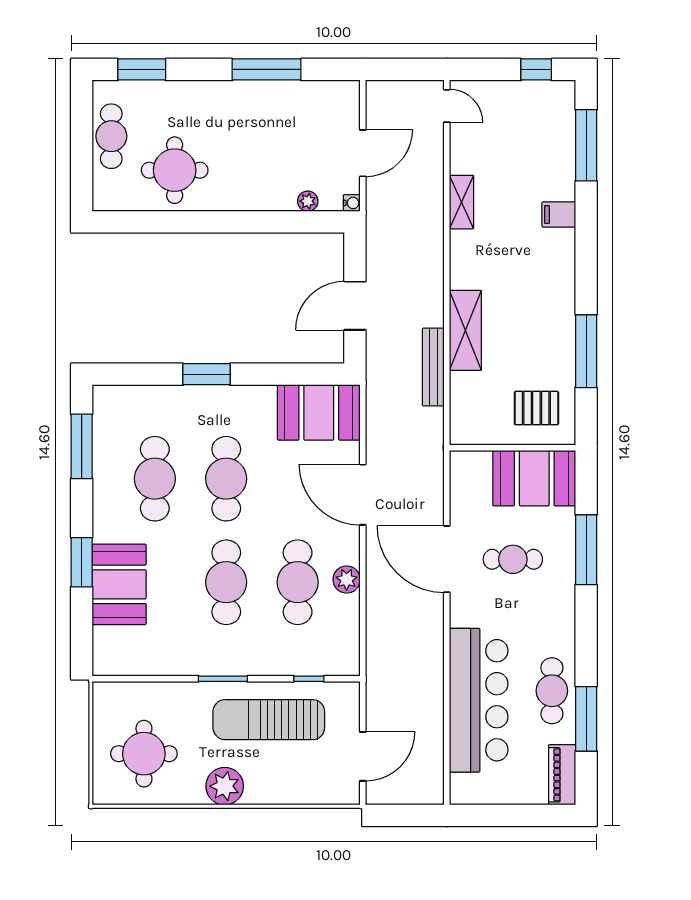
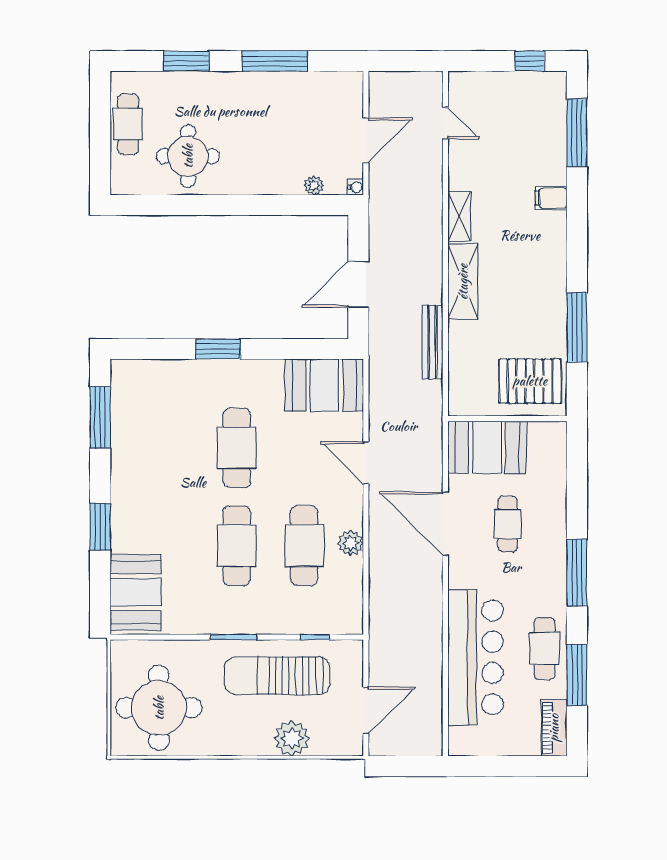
window: (142, 69) -> (186, 61), moved
door: (447, 106) -> (445, 123), moved
shelving: (462, 202) -> (459, 217), moved
shelving: (465, 330) -> (463, 282), moved
pallet: (536, 408) -> (530, 381), width x1.50, depth x1.42
booth: (534, 478) -> (487, 447), moved
cafe table: (155, 479) -> (169, 448), removed
door: (363, 495) -> (366, 463), width x0.73
window: (586, 550) -> (577, 573), moved
cafe table: (513, 559) -> (508, 524), turned 90
booth: (119, 584) -> (136, 592), moved
round table: (144, 754) -> (159, 708), width x1.36, depth x1.36
plant: (225, 786) -> (292, 738), moved

